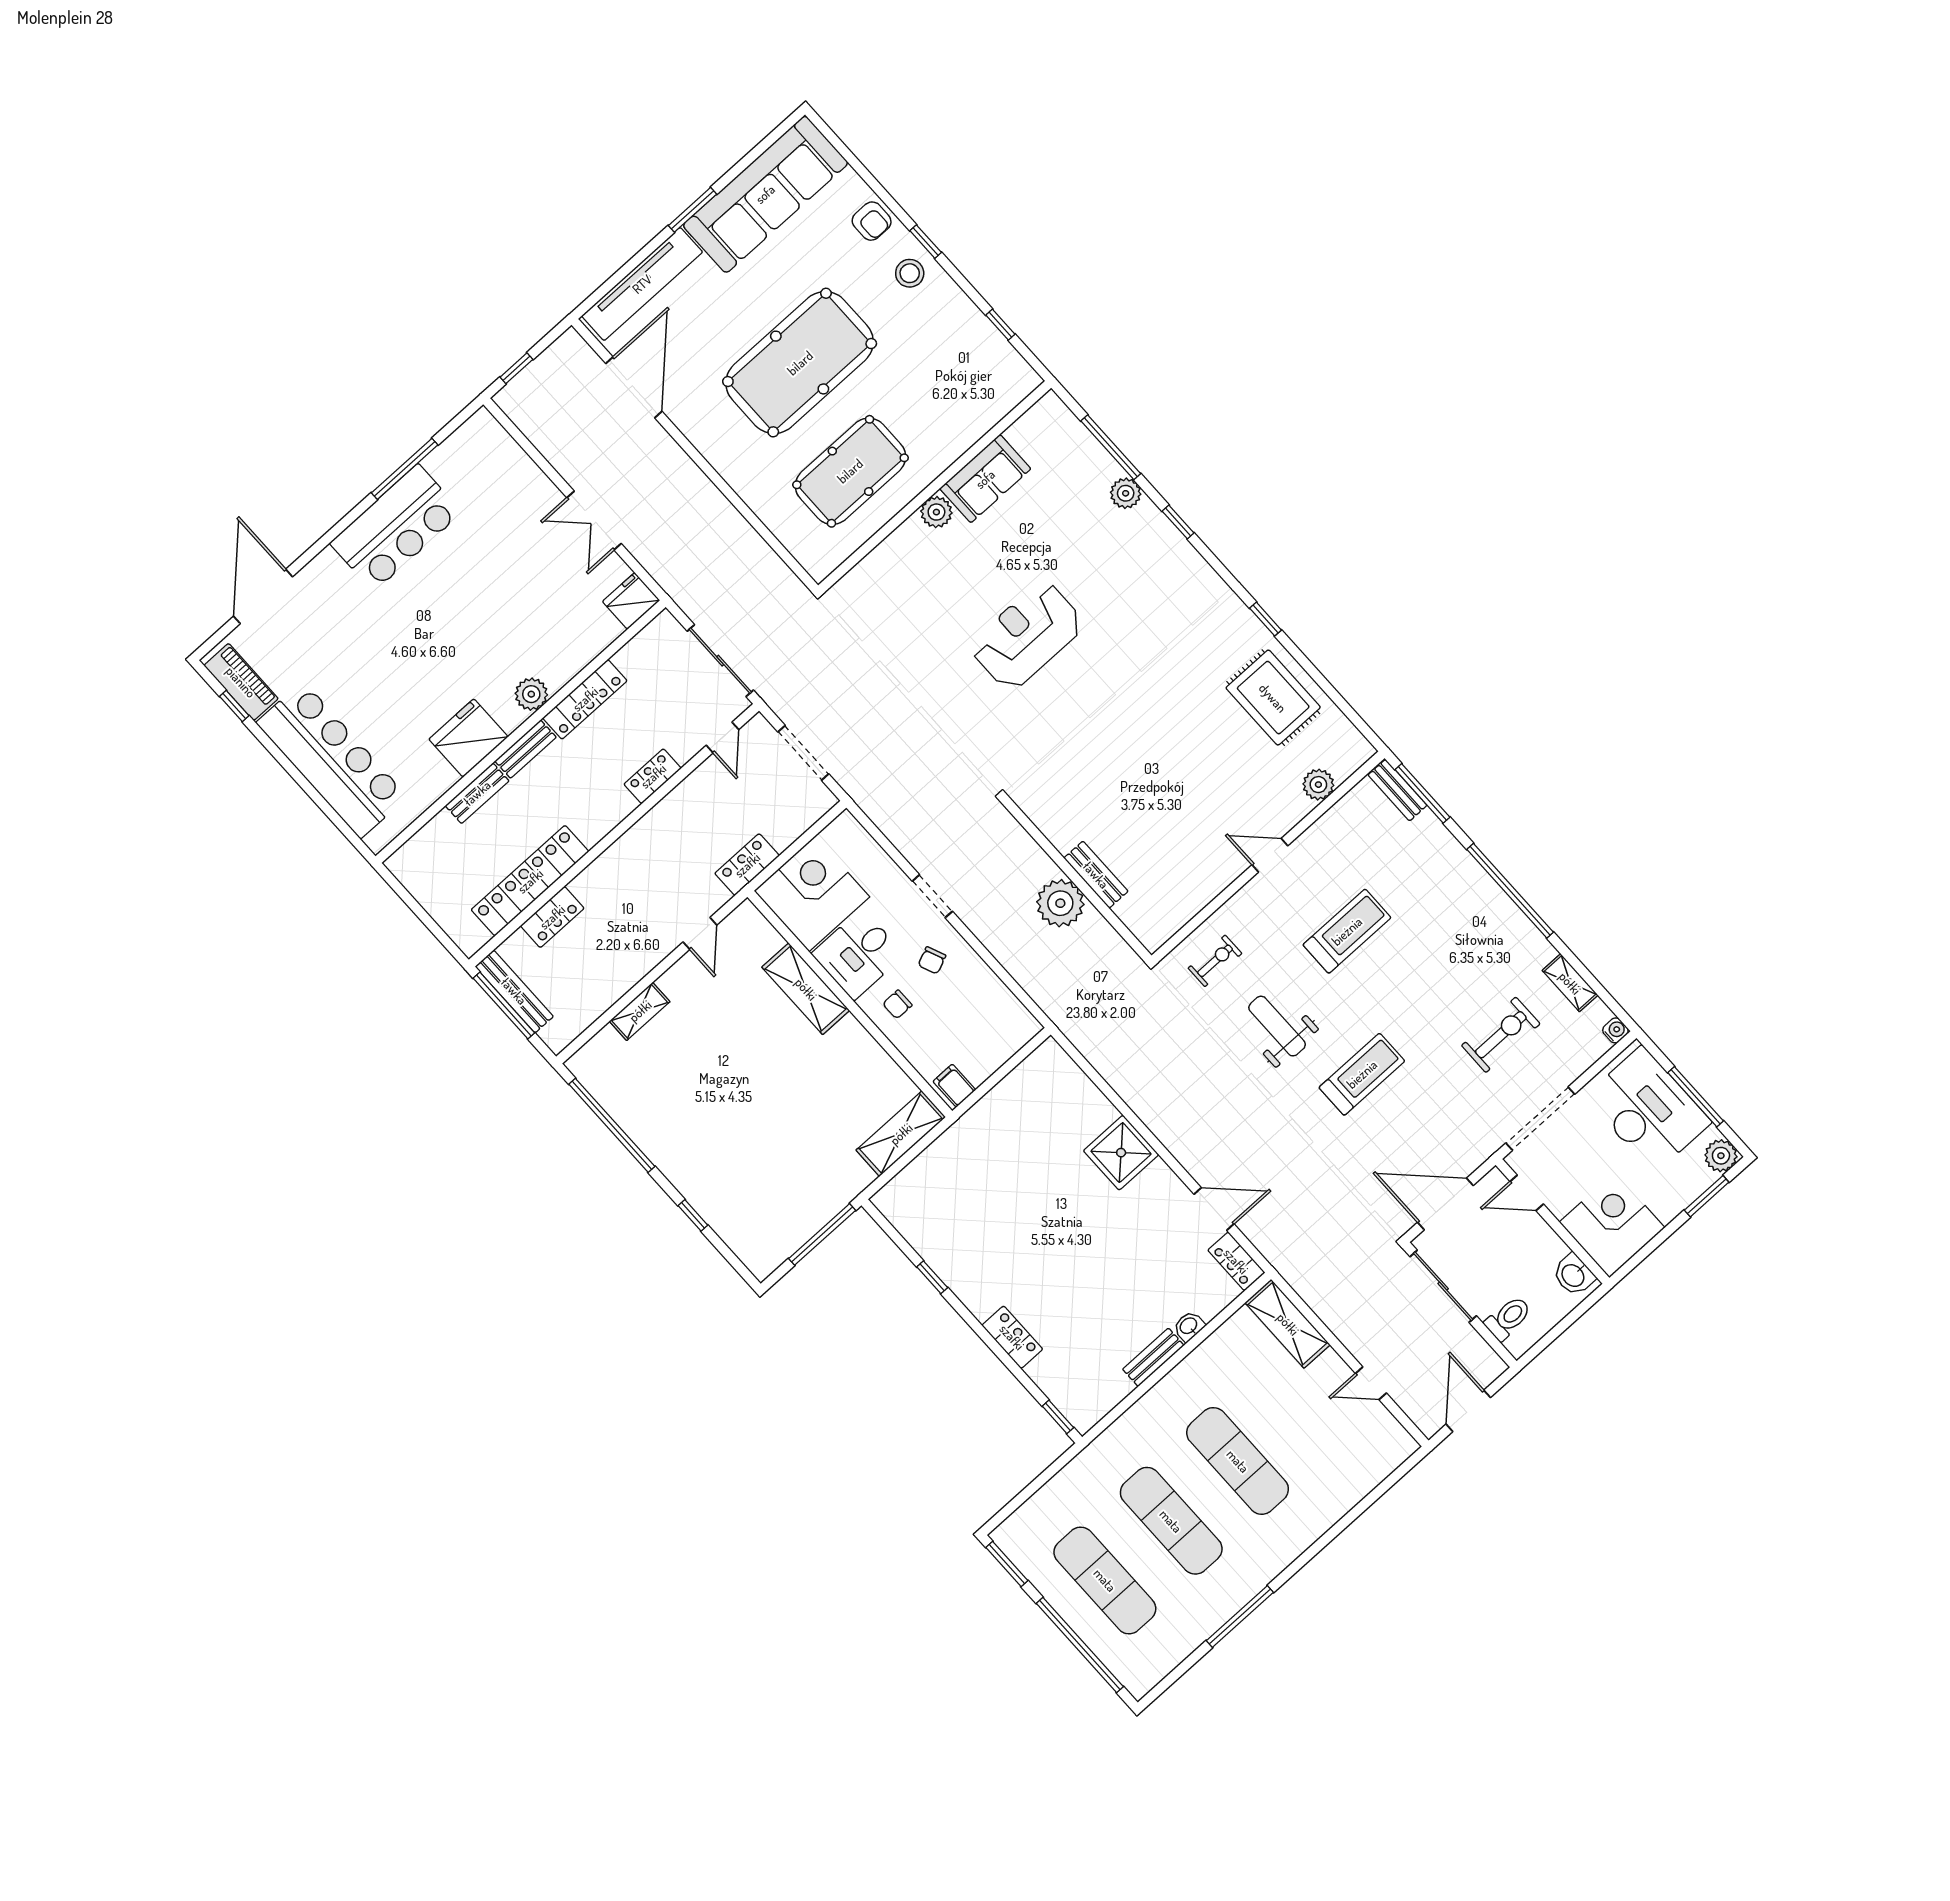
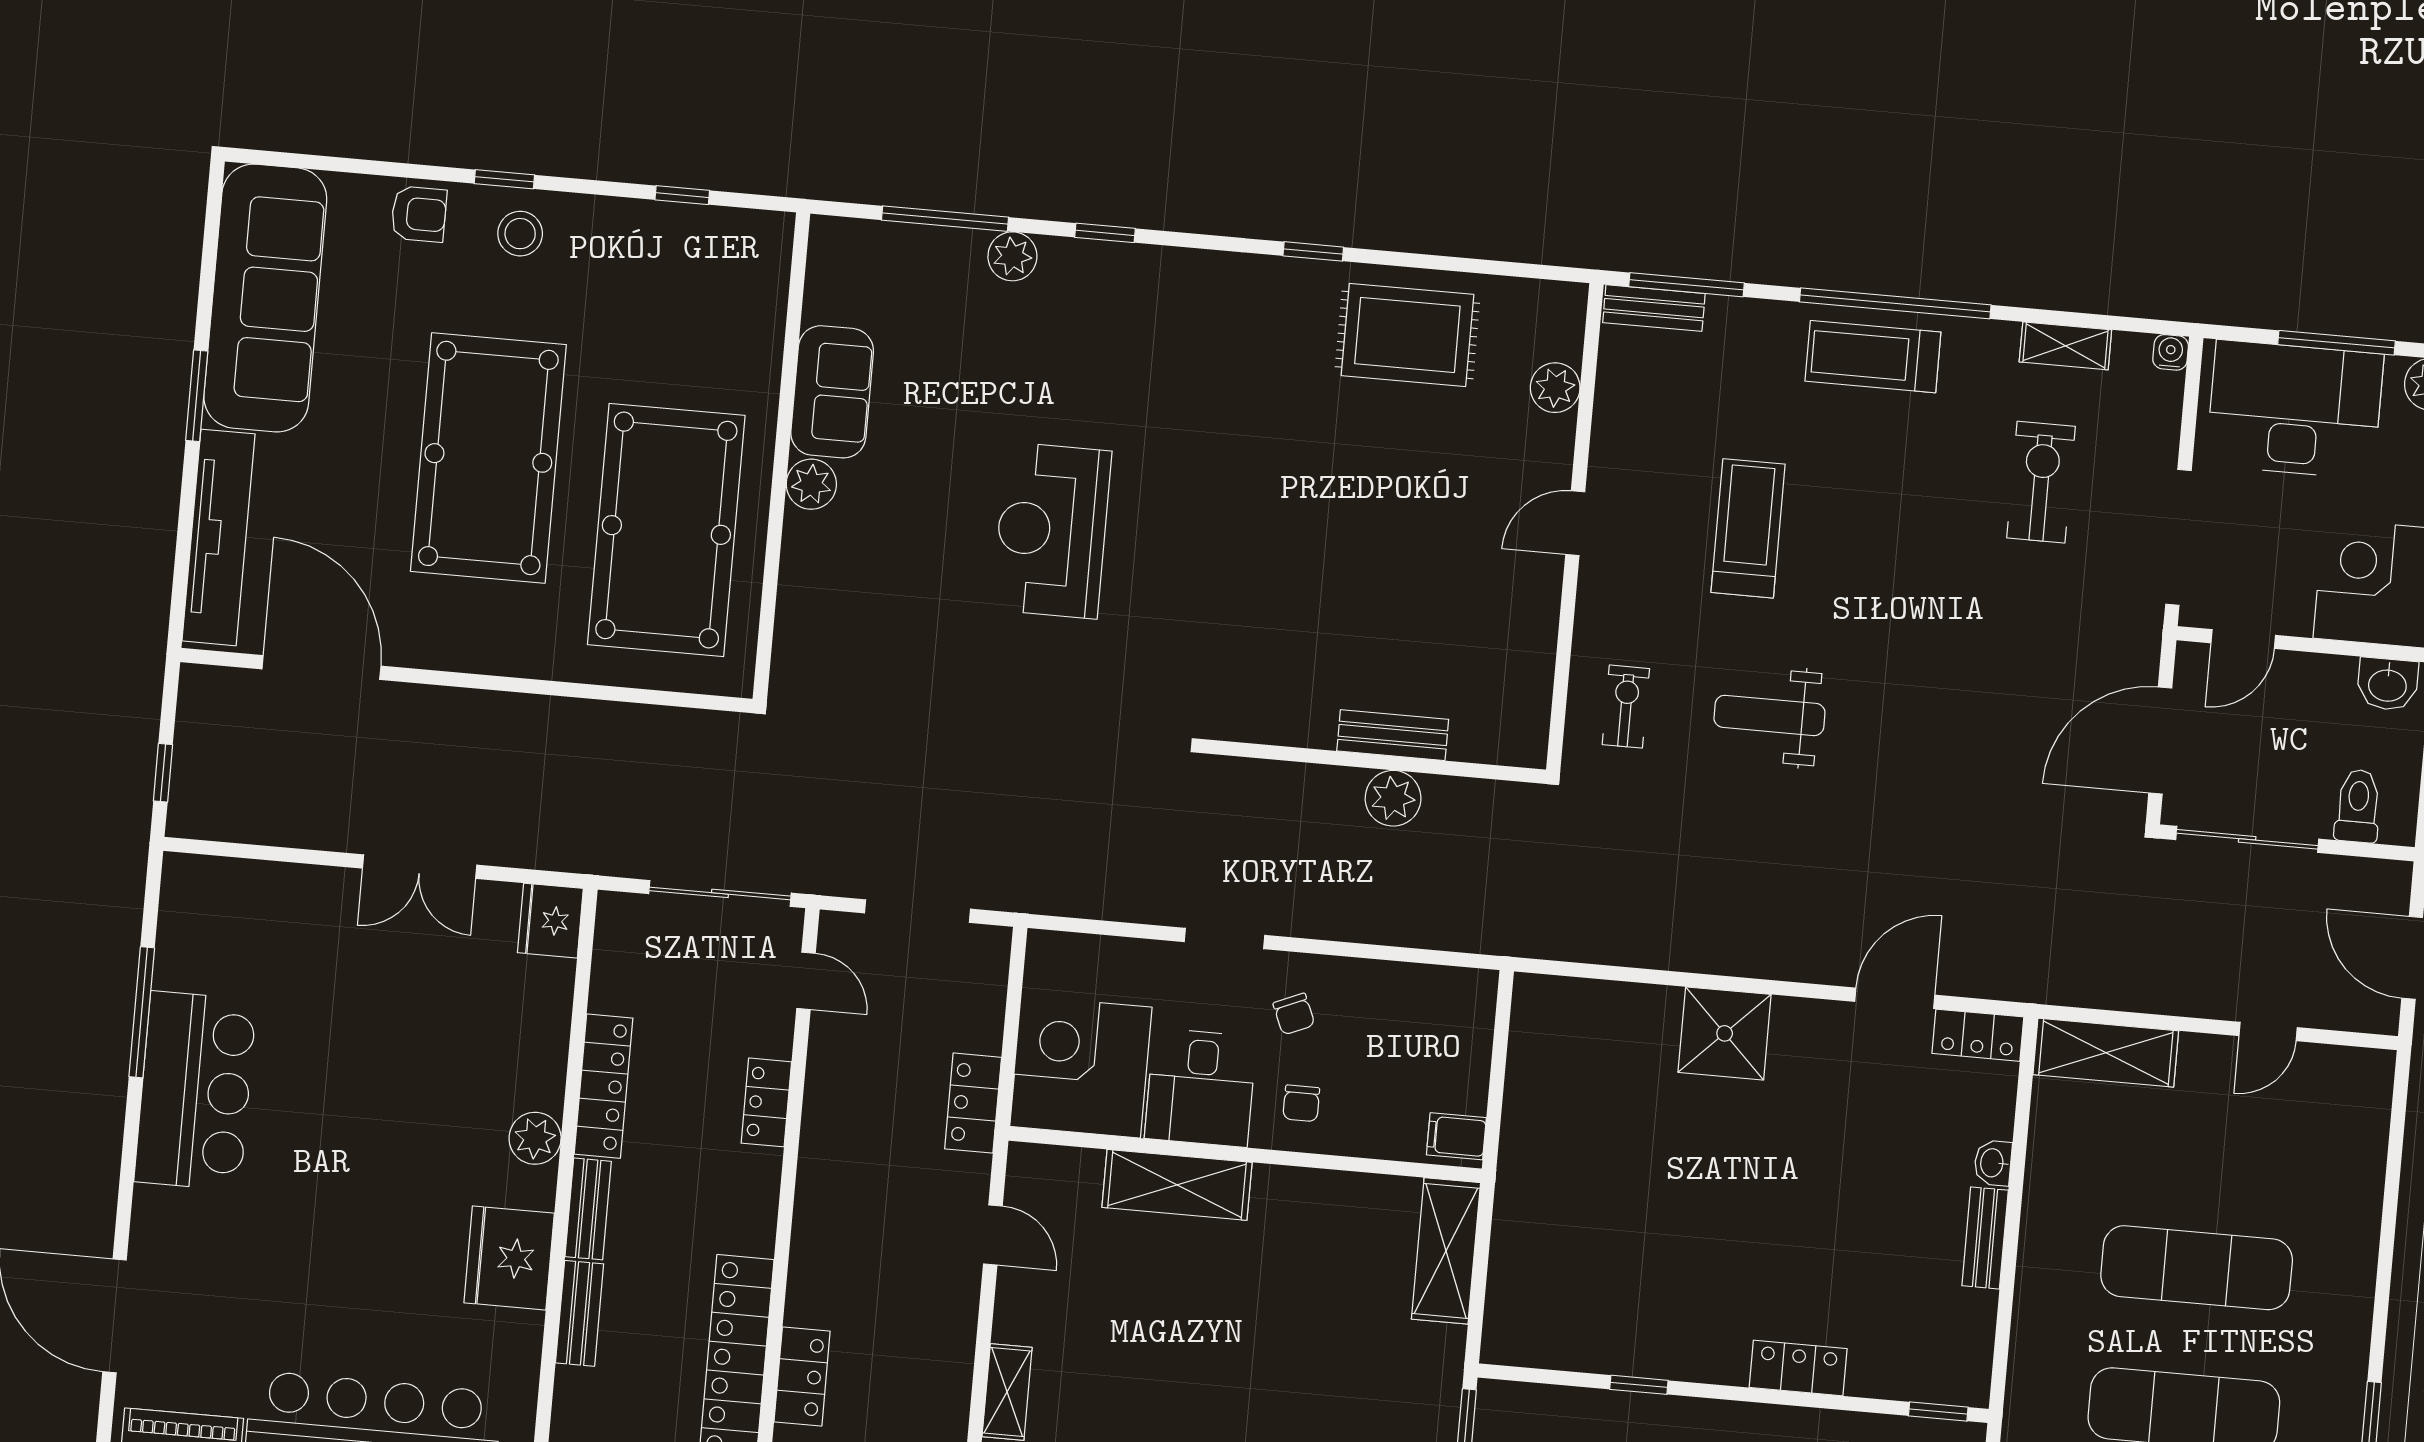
pool table: (850, 471) -> (666, 530), width x1.36, depth x1.32
plant: (1060, 903) -> (1393, 798), width x0.73, depth x0.73
treadmill: (1362, 1074) -> (1873, 357), moved, turned -90

